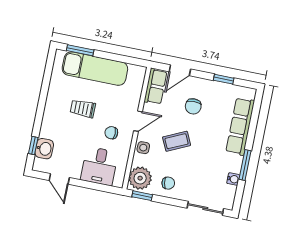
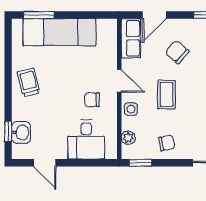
chair: (193, 106) -> (177, 52), turned 132
trolley: (83, 109) -> (29, 82), moved, turned 76
door: (138, 121) -> (119, 81), hinge flipped
coffee table: (177, 141) -> (166, 94), turned -65
plant: (140, 178) -> (128, 138), width x0.53, depth x0.53

